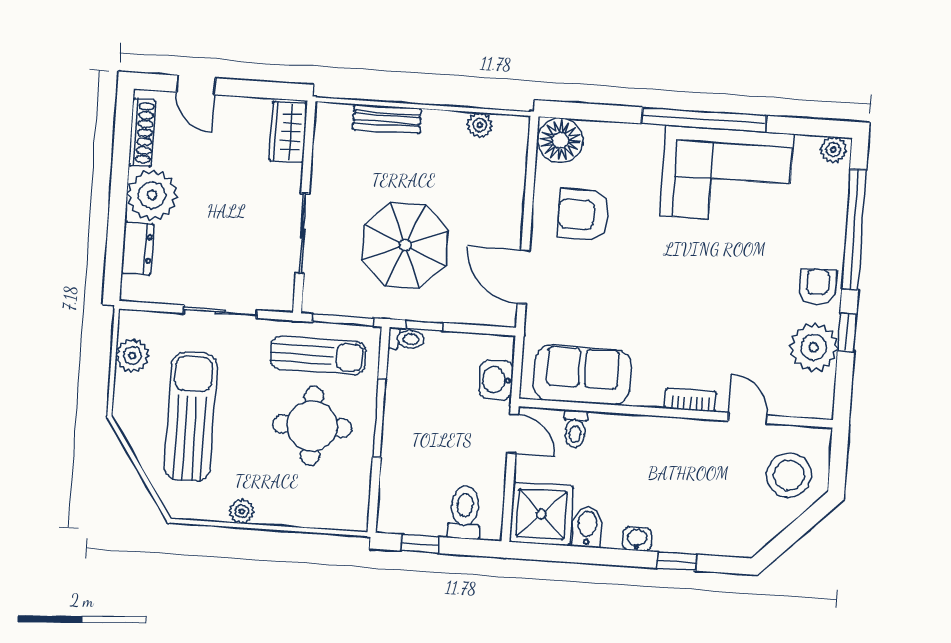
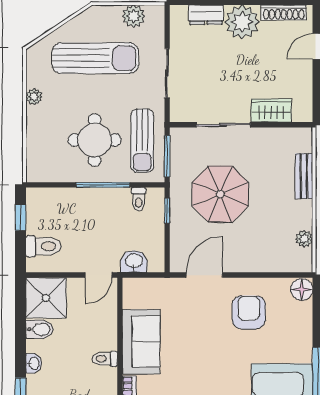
wardrobe: (288, 132) -> (271, 111), moved
floor lamp: (560, 140) -> (302, 289), width x0.73, depth x0.73
toilet: (406, 339) -> (139, 199), moved
sofa: (582, 375) -> (141, 342), moved
toilet: (575, 429) -> (105, 359), moved

